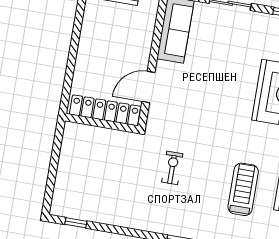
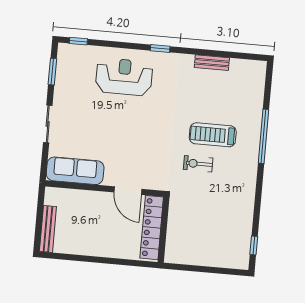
treadmill: (243, 189) -> (213, 135), moved

